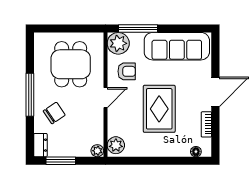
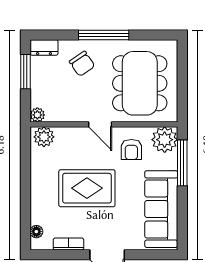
dining table: (71, 64) -> (140, 83), width x1.38

